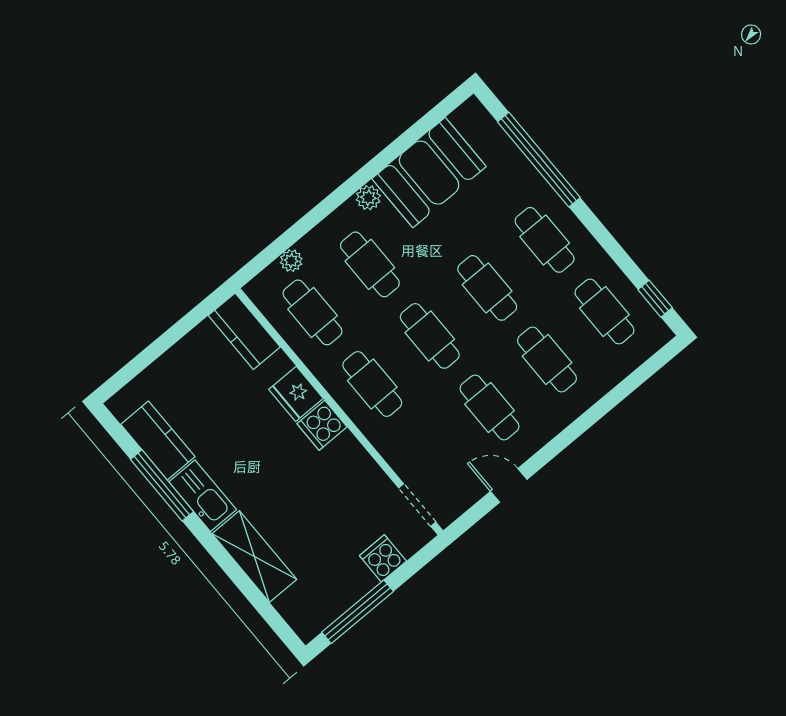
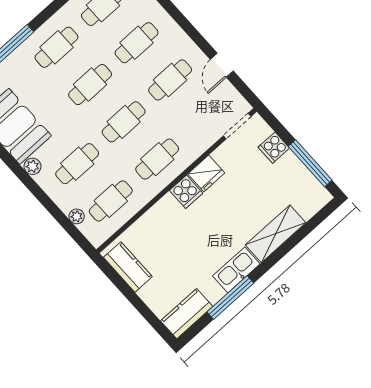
kitchen counter: (244, 331) -> (128, 267), moved, turned -90
fridge: (296, 394) -> (206, 173), moved
kitchen counter: (158, 440) -> (187, 314), moved

